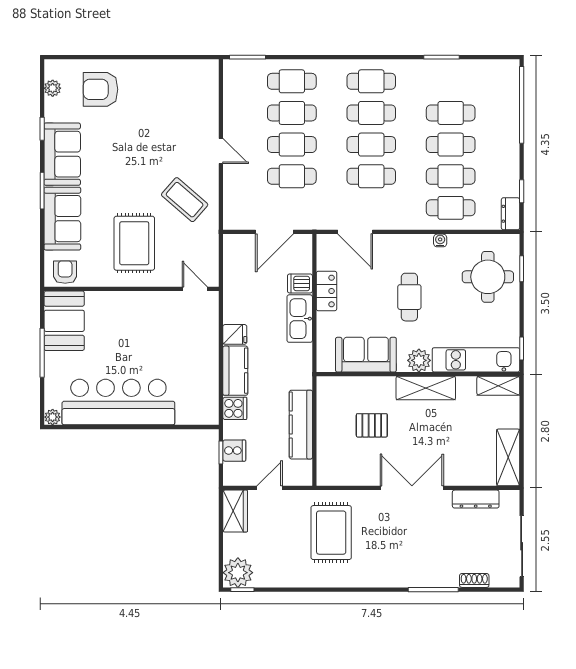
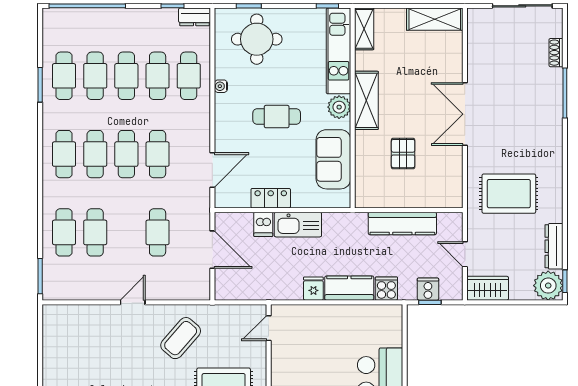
cafe table: (292, 145) -> (64, 76), moved
dresser: (476, 499) -> (554, 246), moved, turned 180

